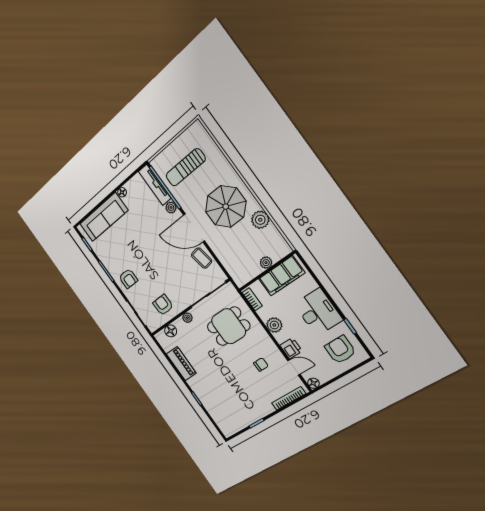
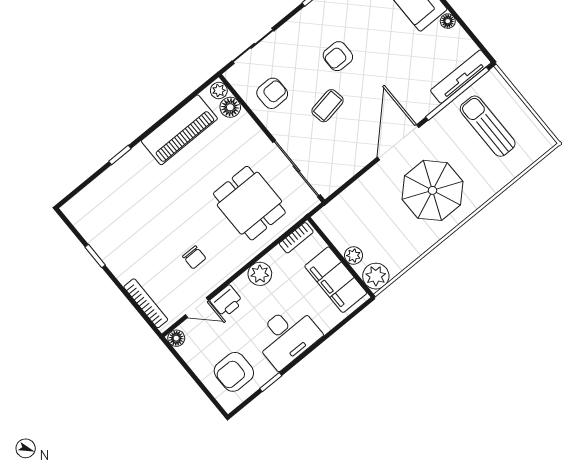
plant: (171, 207) -> (428, 104), removed
plant: (260, 220) -> (376, 276), moved
coffee table: (202, 258) -> (328, 106), moved
armchair: (128, 279) -> (338, 56), moved
plant: (187, 318) -> (219, 90), moved
armchair: (340, 350) -> (234, 372), turned 180
piano: (181, 364) -> (179, 130), width x1.37, depth x1.33
door: (294, 367) -> (197, 308), hinge flipped

